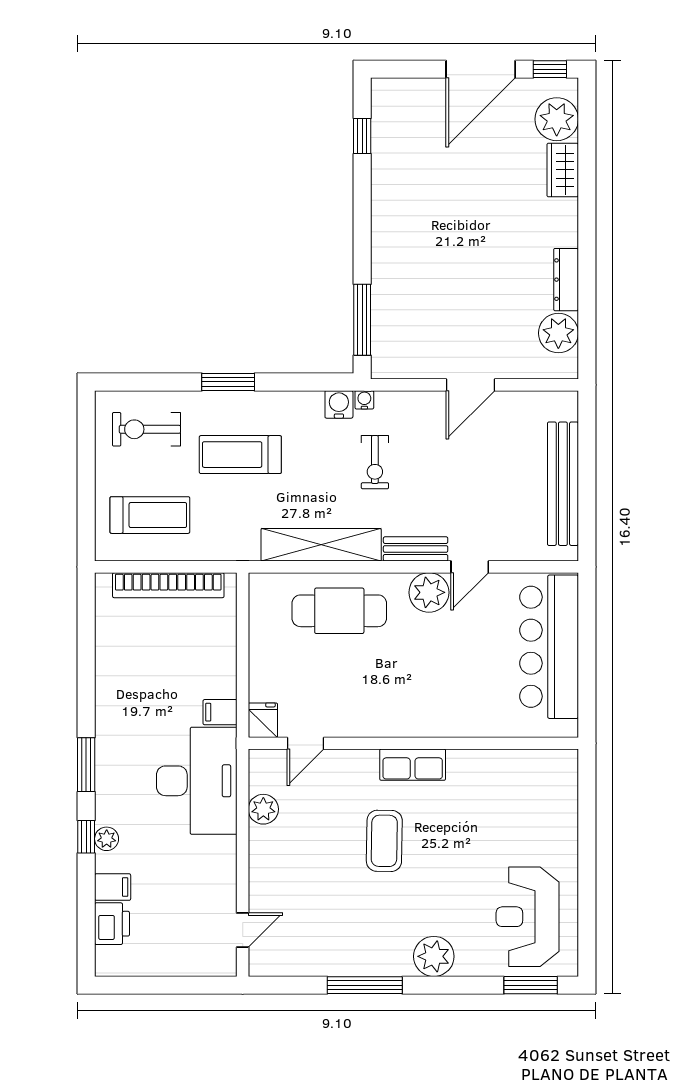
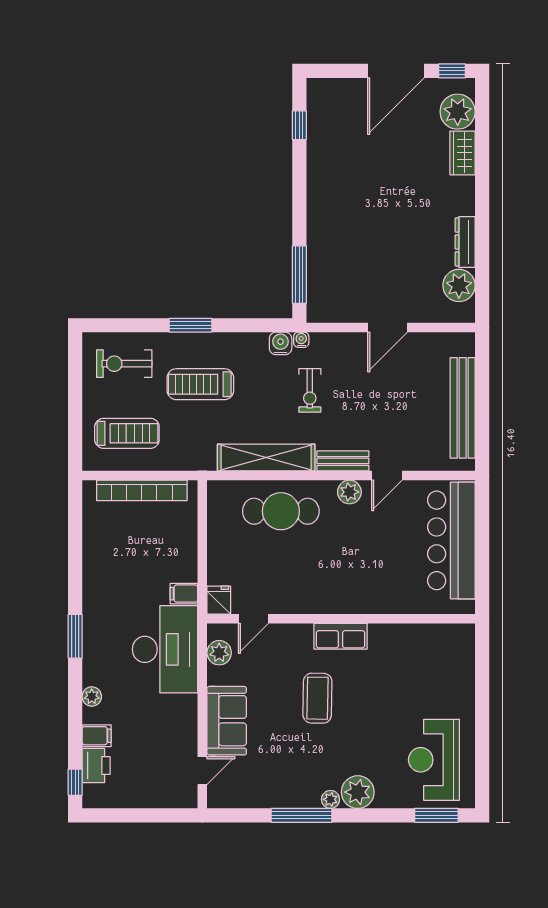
plant: (429, 592) -> (349, 492), width x0.73, depth x0.73
plant: (263, 809) -> (219, 653), moved
window: (86, 837) -> (75, 782), moved
sofa: (273, 869) -> (227, 721), added
plant: (400, 965) -> (330, 799), added

